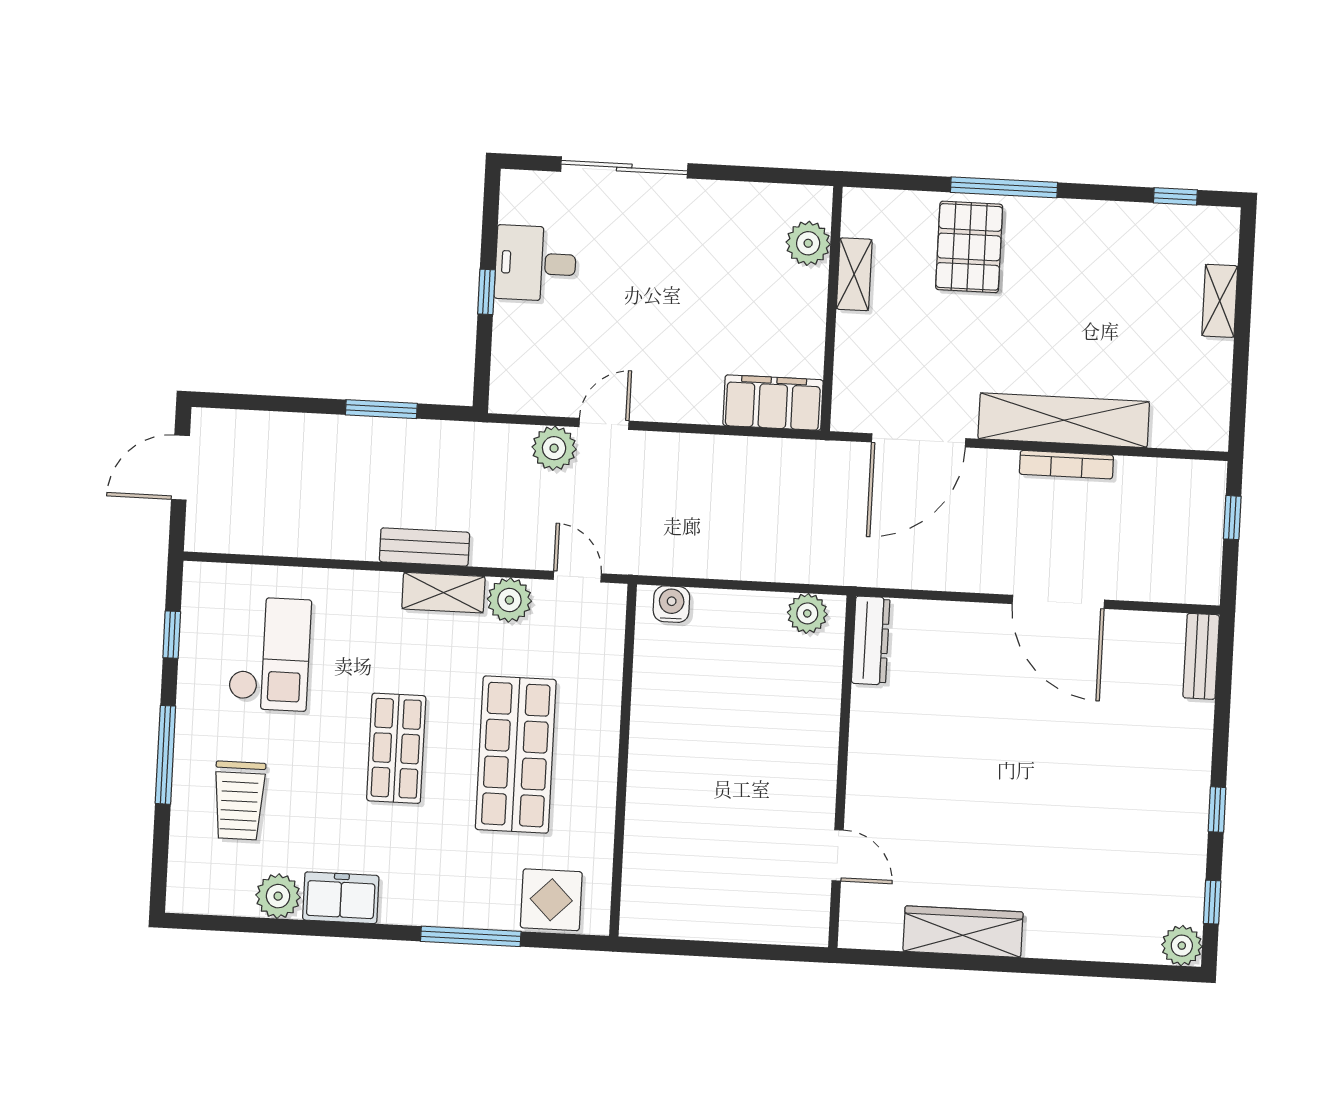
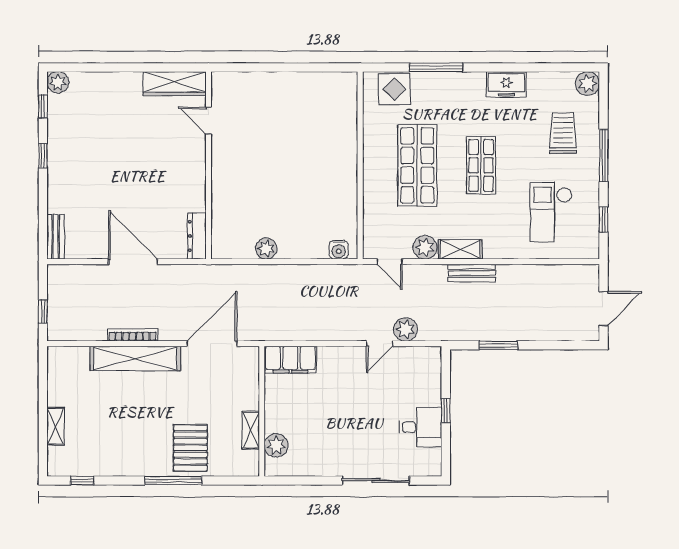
dresser: (871, 640) -> (197, 236), moved
wall: (842, 772) -> (208, 165), moved
door: (838, 855) -> (208, 121), moved
plant: (278, 896) -> (588, 83), moved

